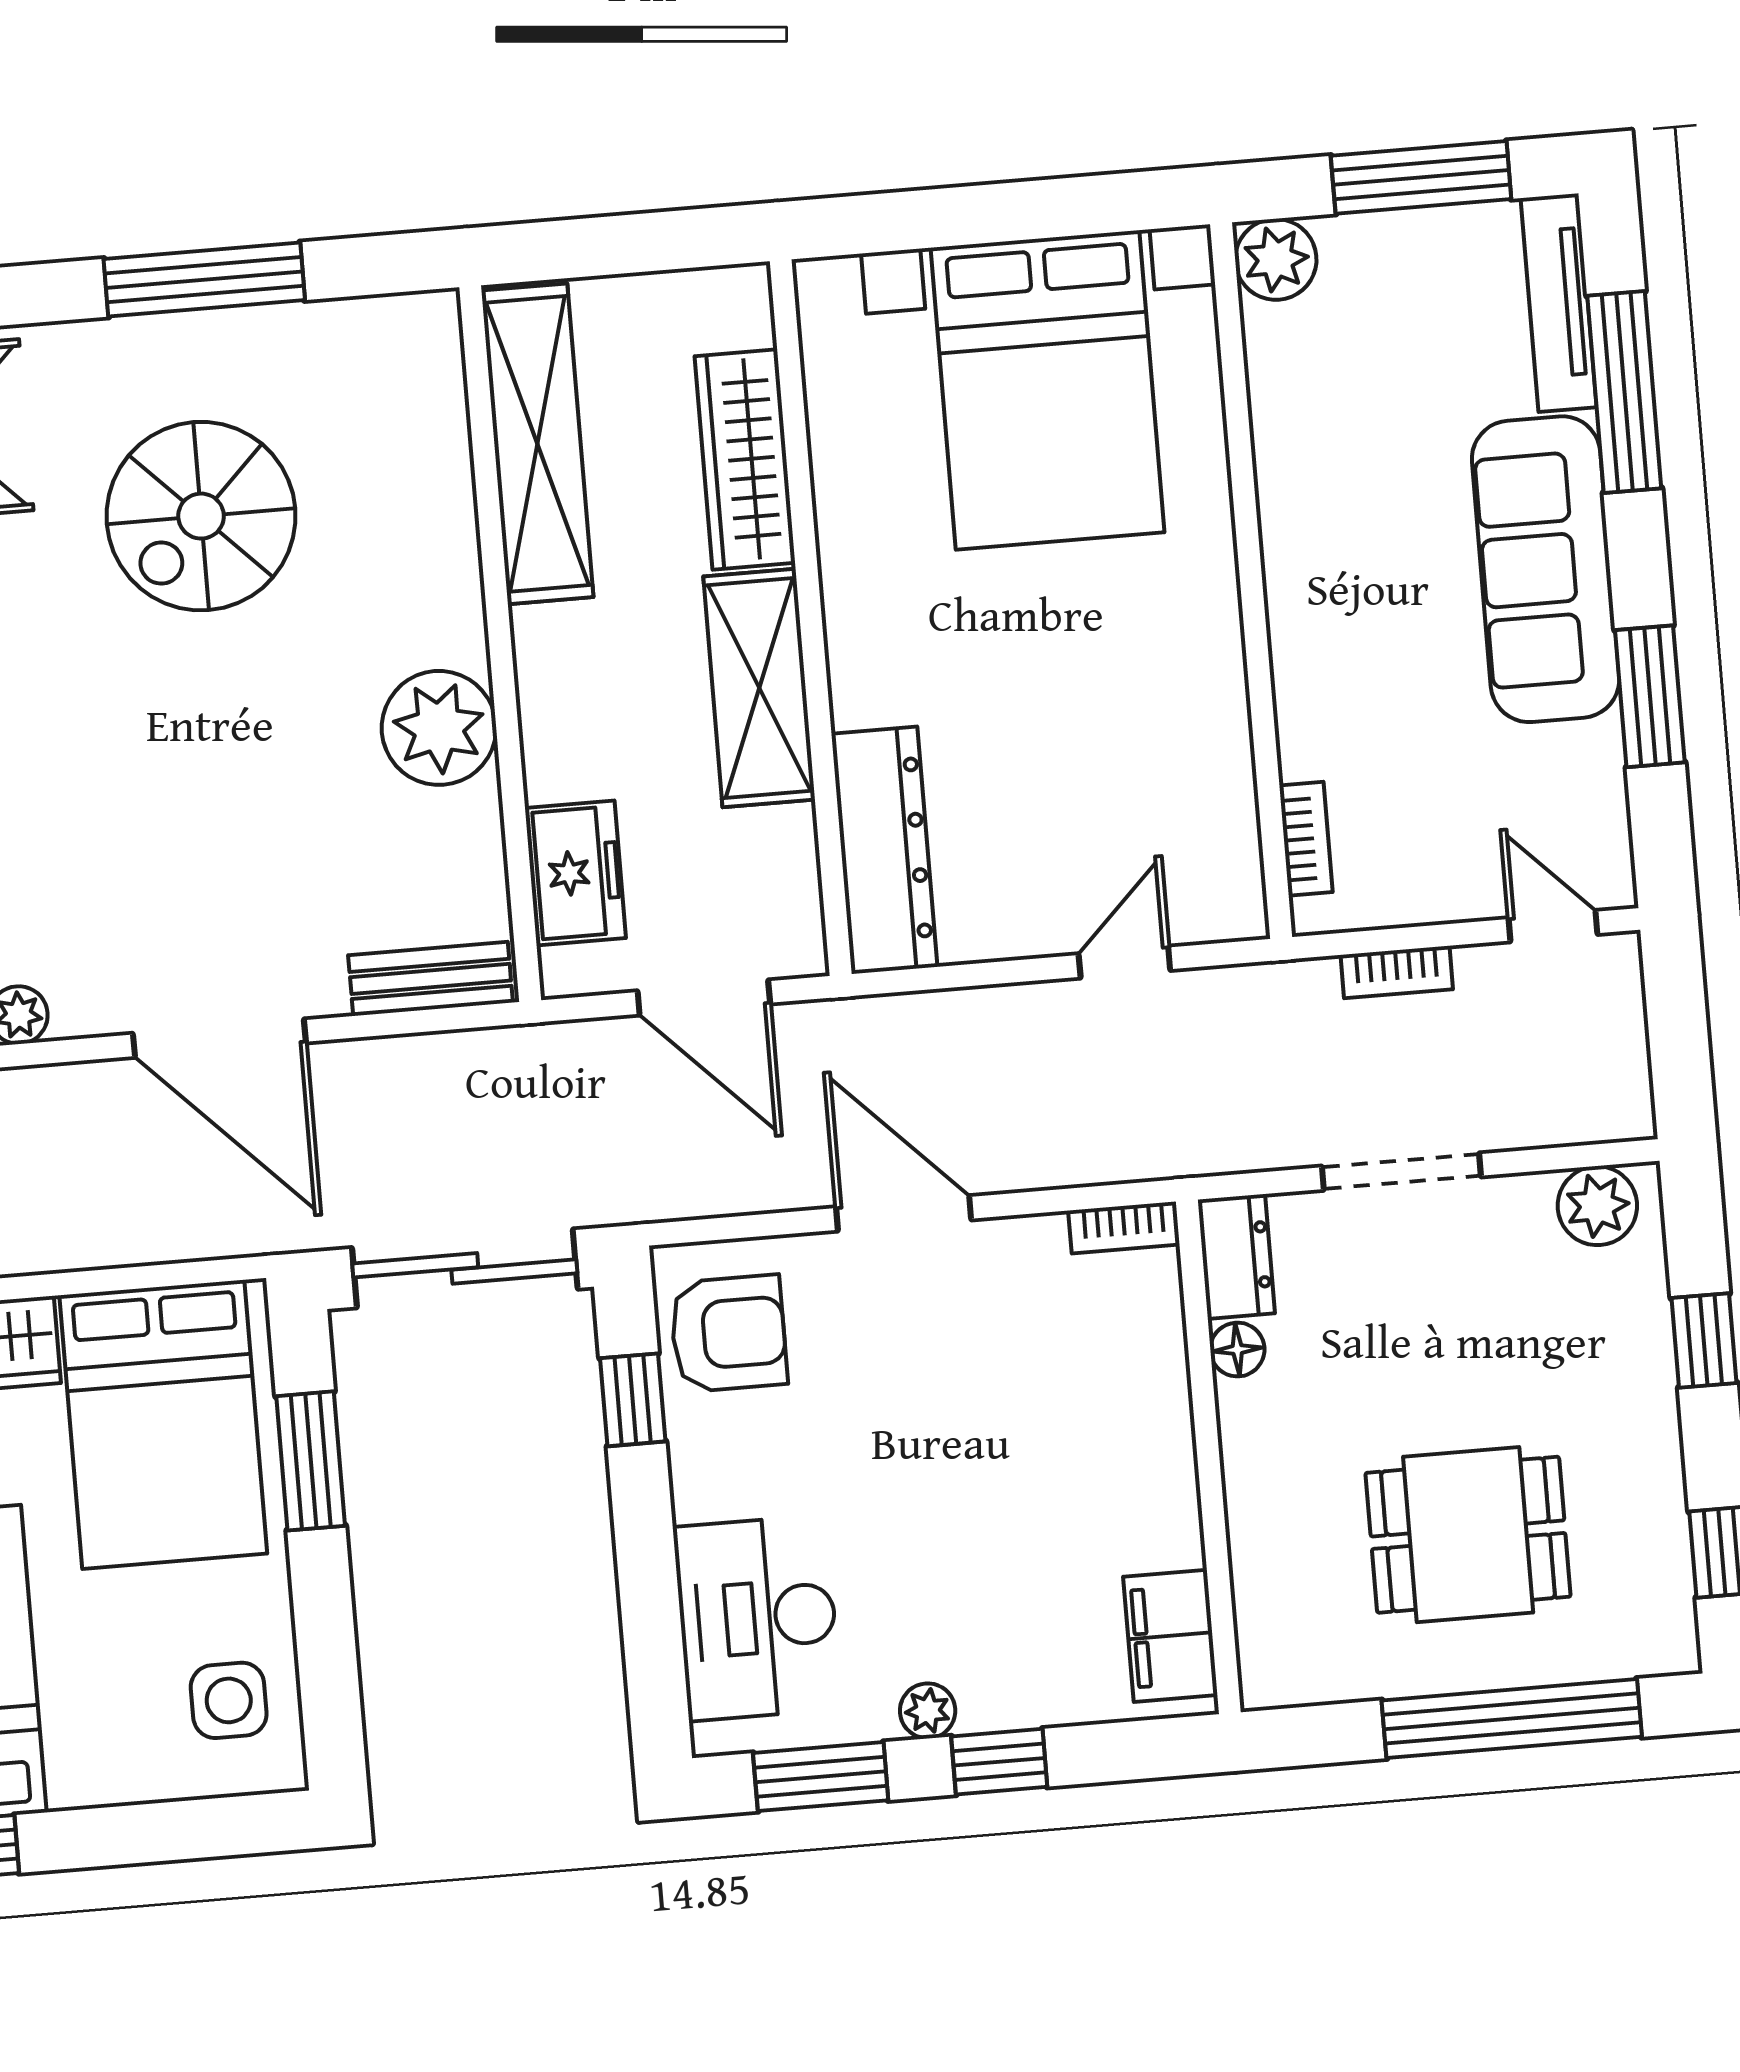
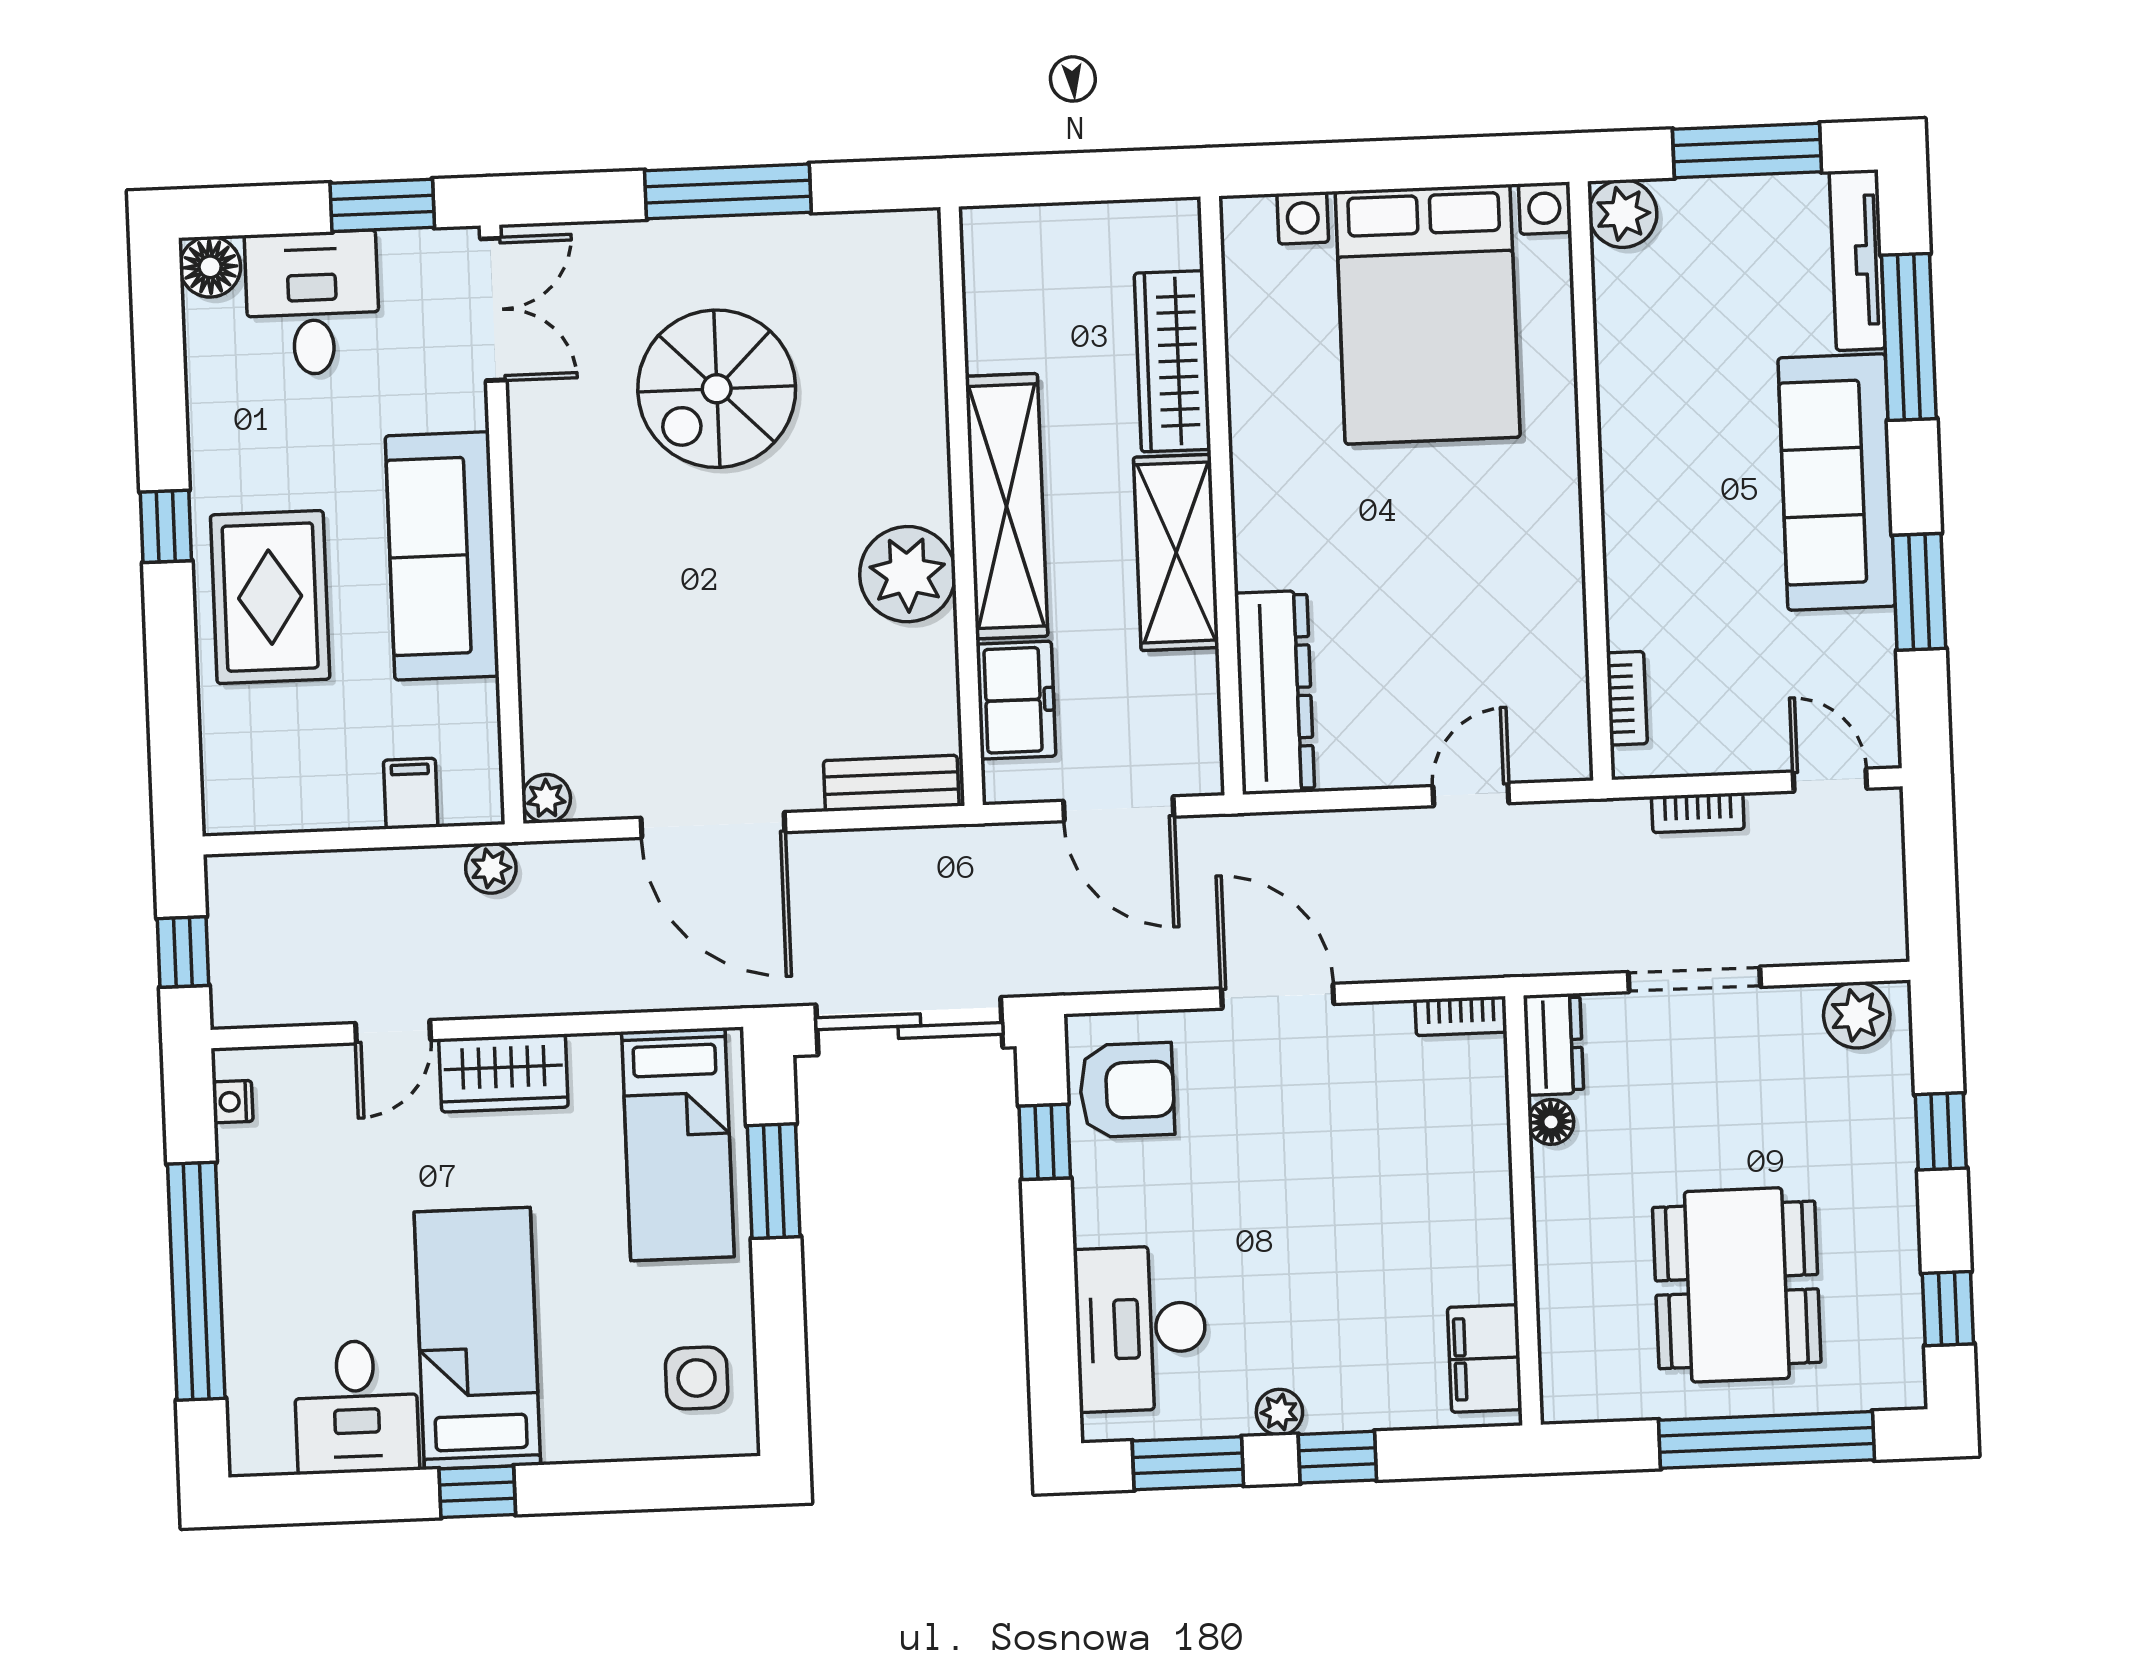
shelving: (537, 444) -> (1007, 506), moved
bed: (163, 1424) -> (678, 1144), width x0.67
dining table: (1468, 1535) -> (1737, 1285), width x1.38

